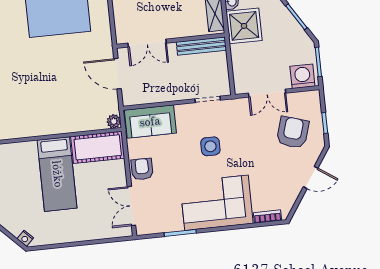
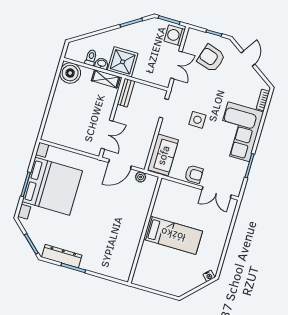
bench: (201, 46) -> (126, 93), width x0.73
plant: (114, 121) -> (141, 177), moved
cot: (98, 147) -> (166, 199), removed
armchair: (142, 169) -> (194, 174), turned 180

